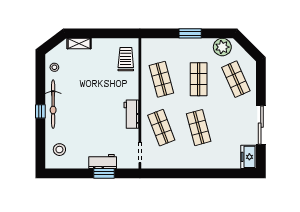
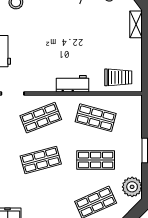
shop shelf: (161, 79) -> (96, 118), turned 30
workbench: (131, 114) -> (73, 84), moved

